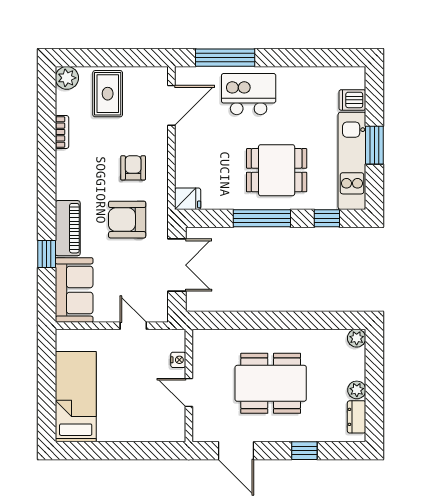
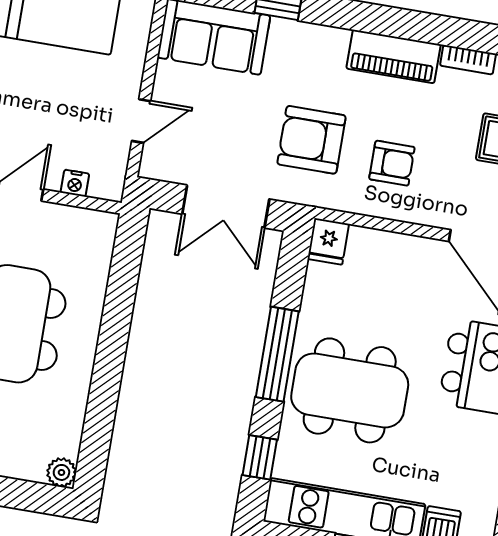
dining table: (277, 170) -> (350, 390), width x1.38
armchair: (127, 220) -> (311, 140), turned -90
piano: (68, 228) -> (394, 56), moved

